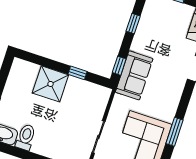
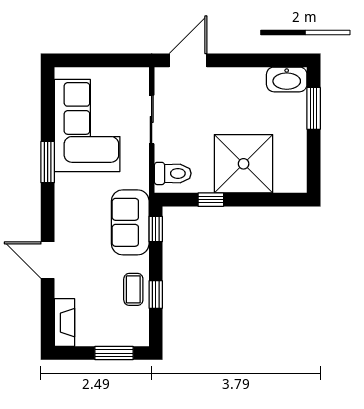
coffee table: (146, 32) -> (133, 289), added
shower: (50, 84) -> (244, 164), width x1.37, depth x1.37
toilet: (26, 137) -> (173, 173), moved, turned -90

